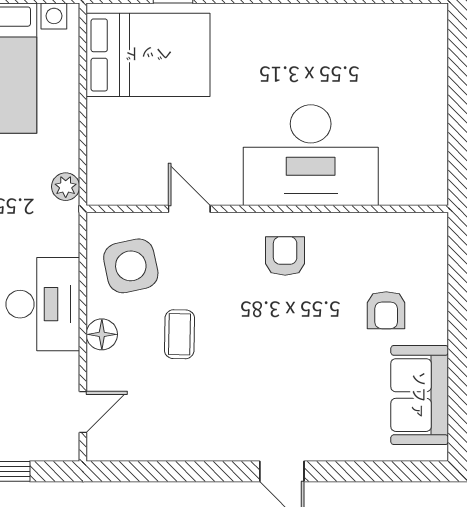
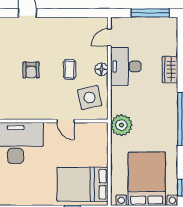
plant: (66, 187) -> (121, 125), width x1.88, depth x1.88
armchair: (285, 256) -> (31, 70), moved
desk: (43, 304) -> (126, 66), moved

